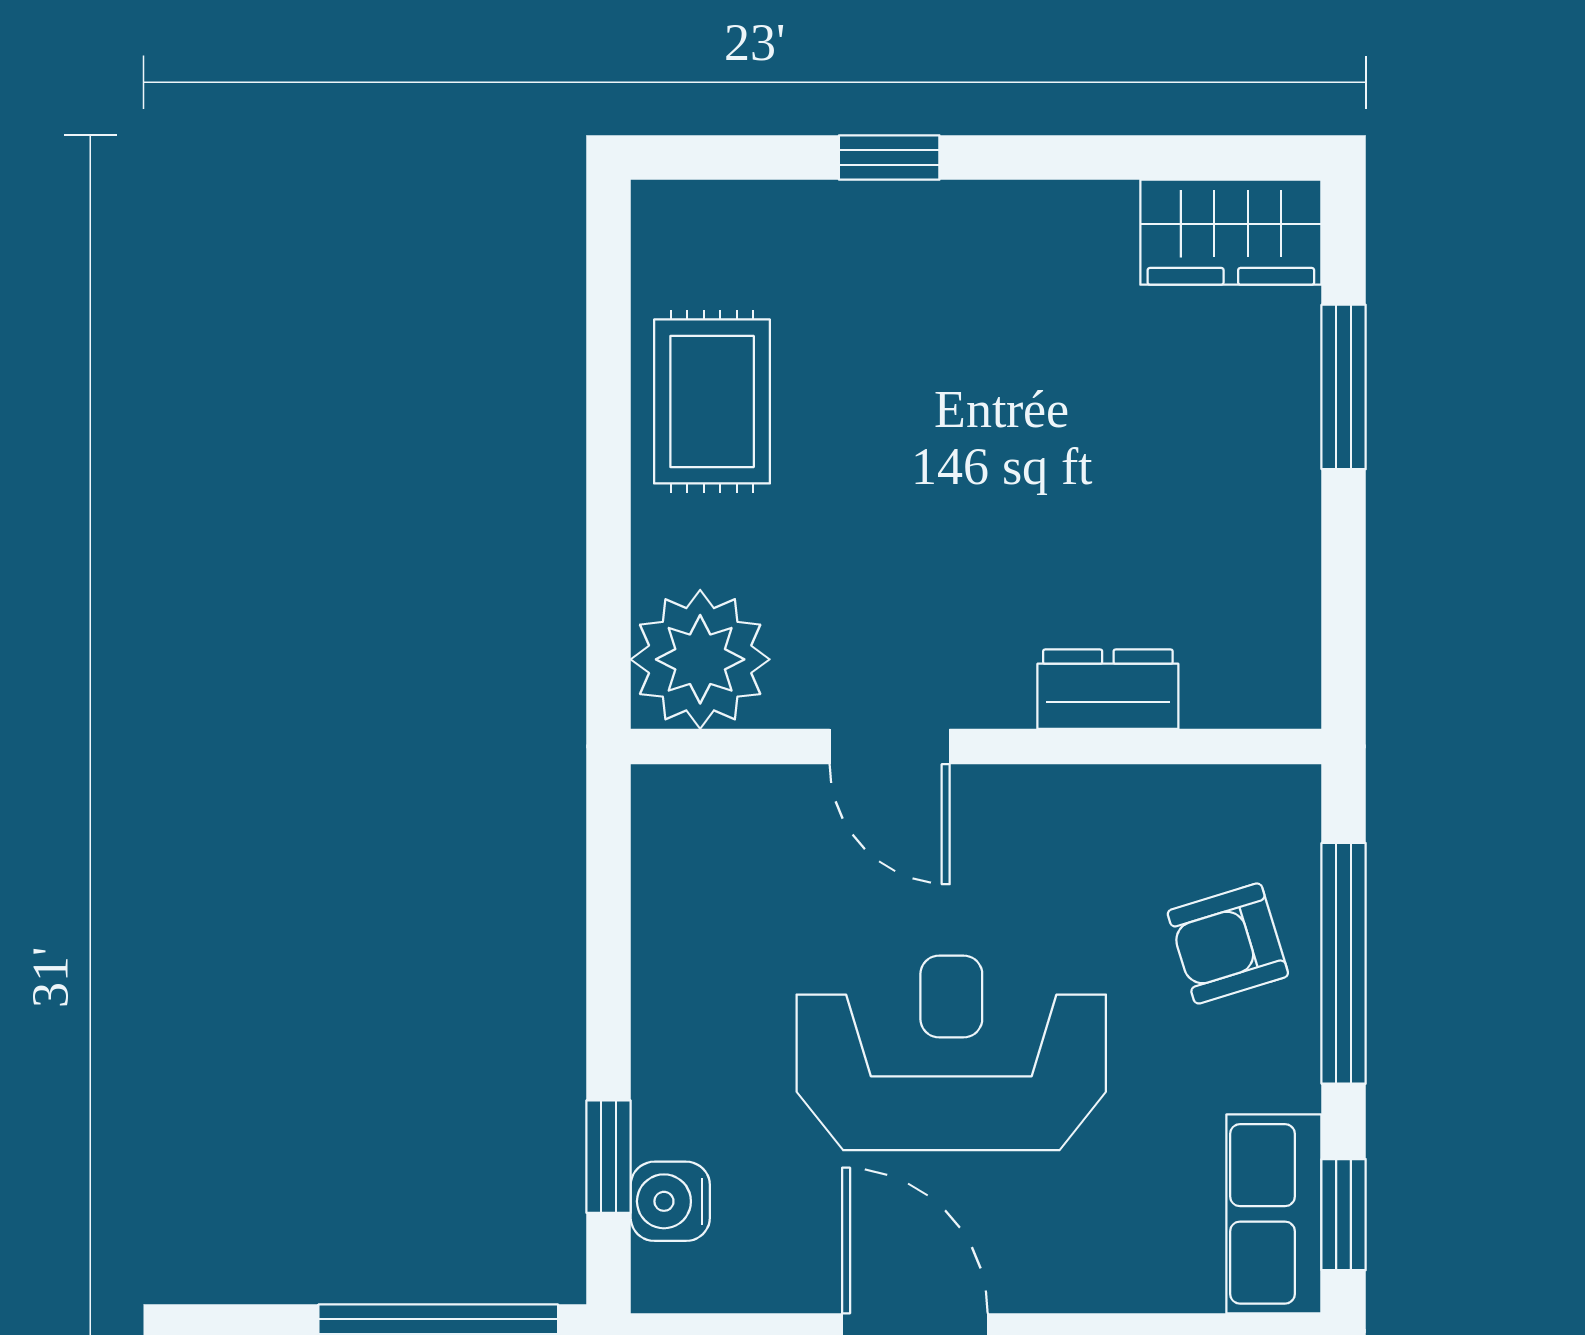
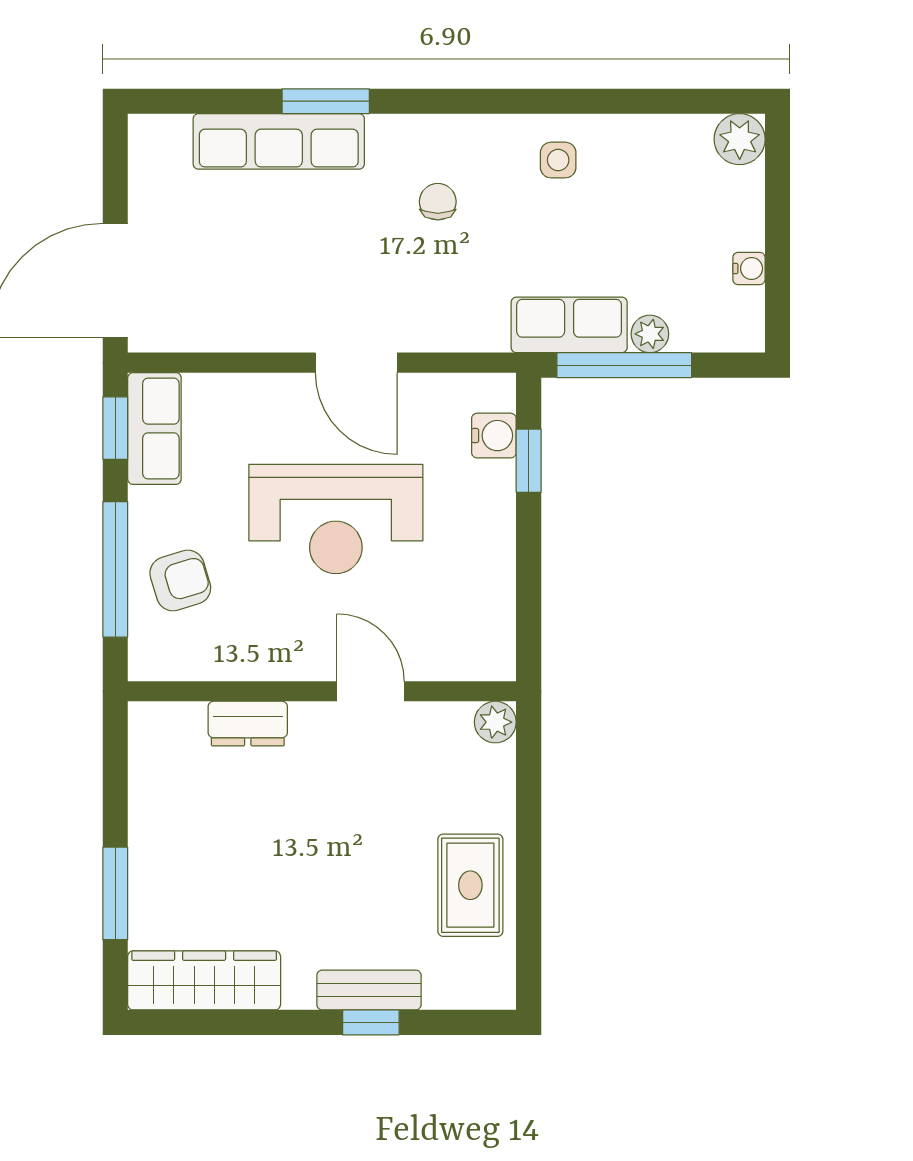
bench: (892, 215) -> (369, 990), added
wardrobe: (1231, 232) -> (204, 980), width x1.50
plant: (700, 659) -> (495, 722), width x0.53, depth x0.53

